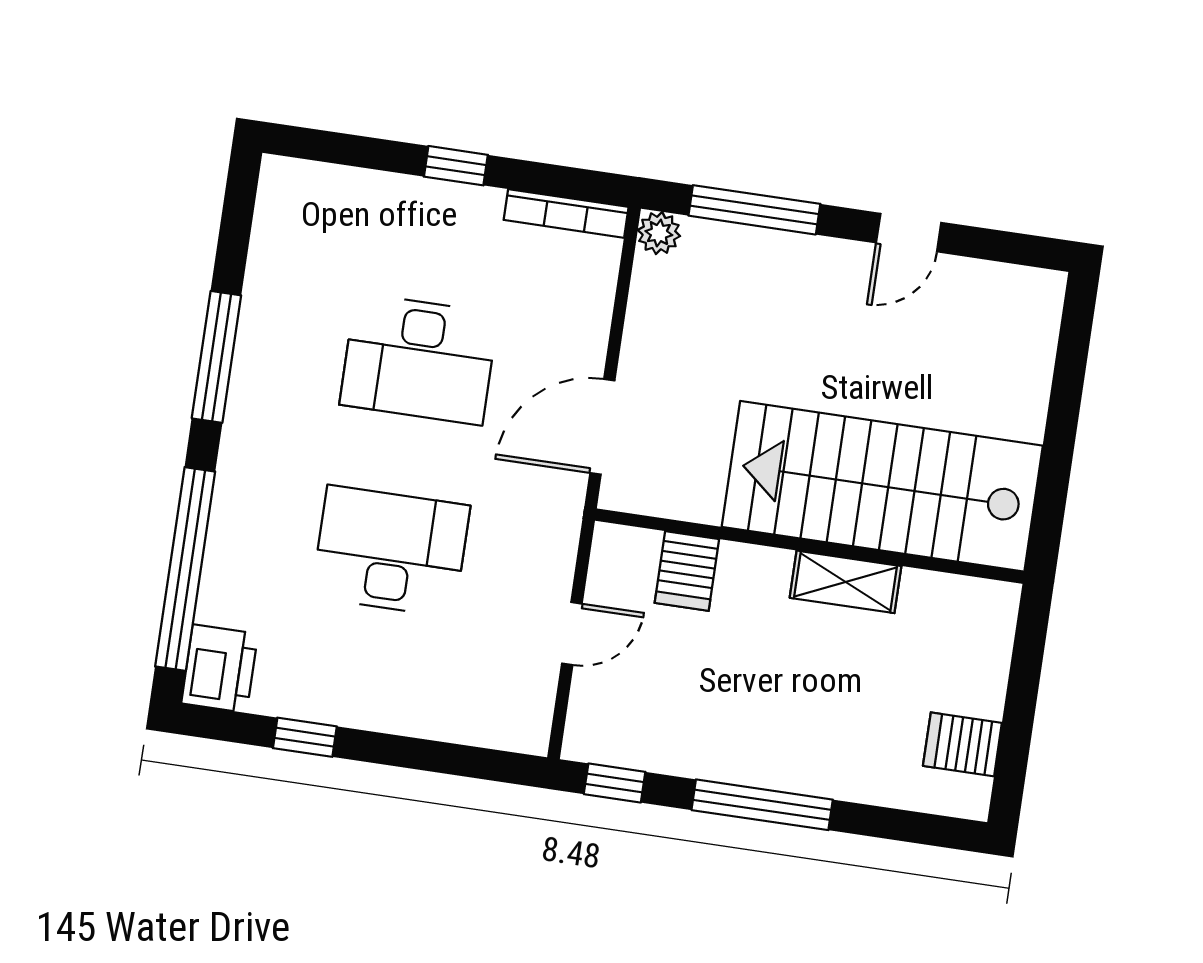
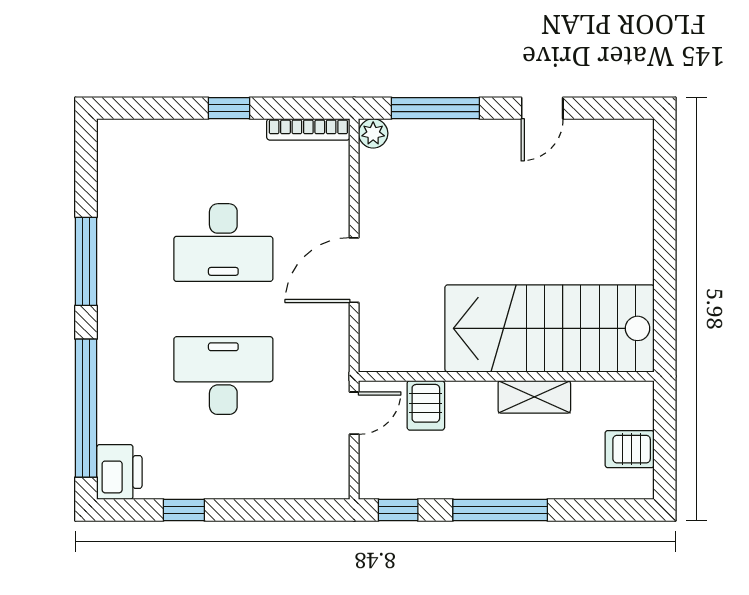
stairs: (882, 486) -> (550, 328), moved
wall: (810, 546) -> (506, 376), moved
server rack: (687, 571) -> (426, 405), moved
shelving: (846, 582) -> (534, 397), moved

